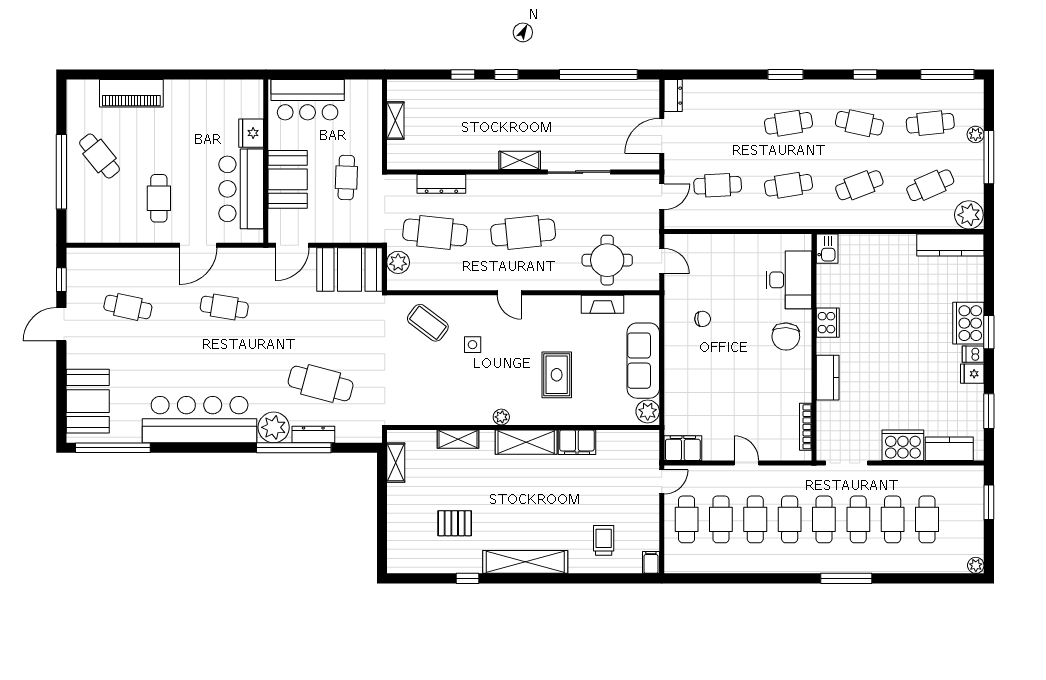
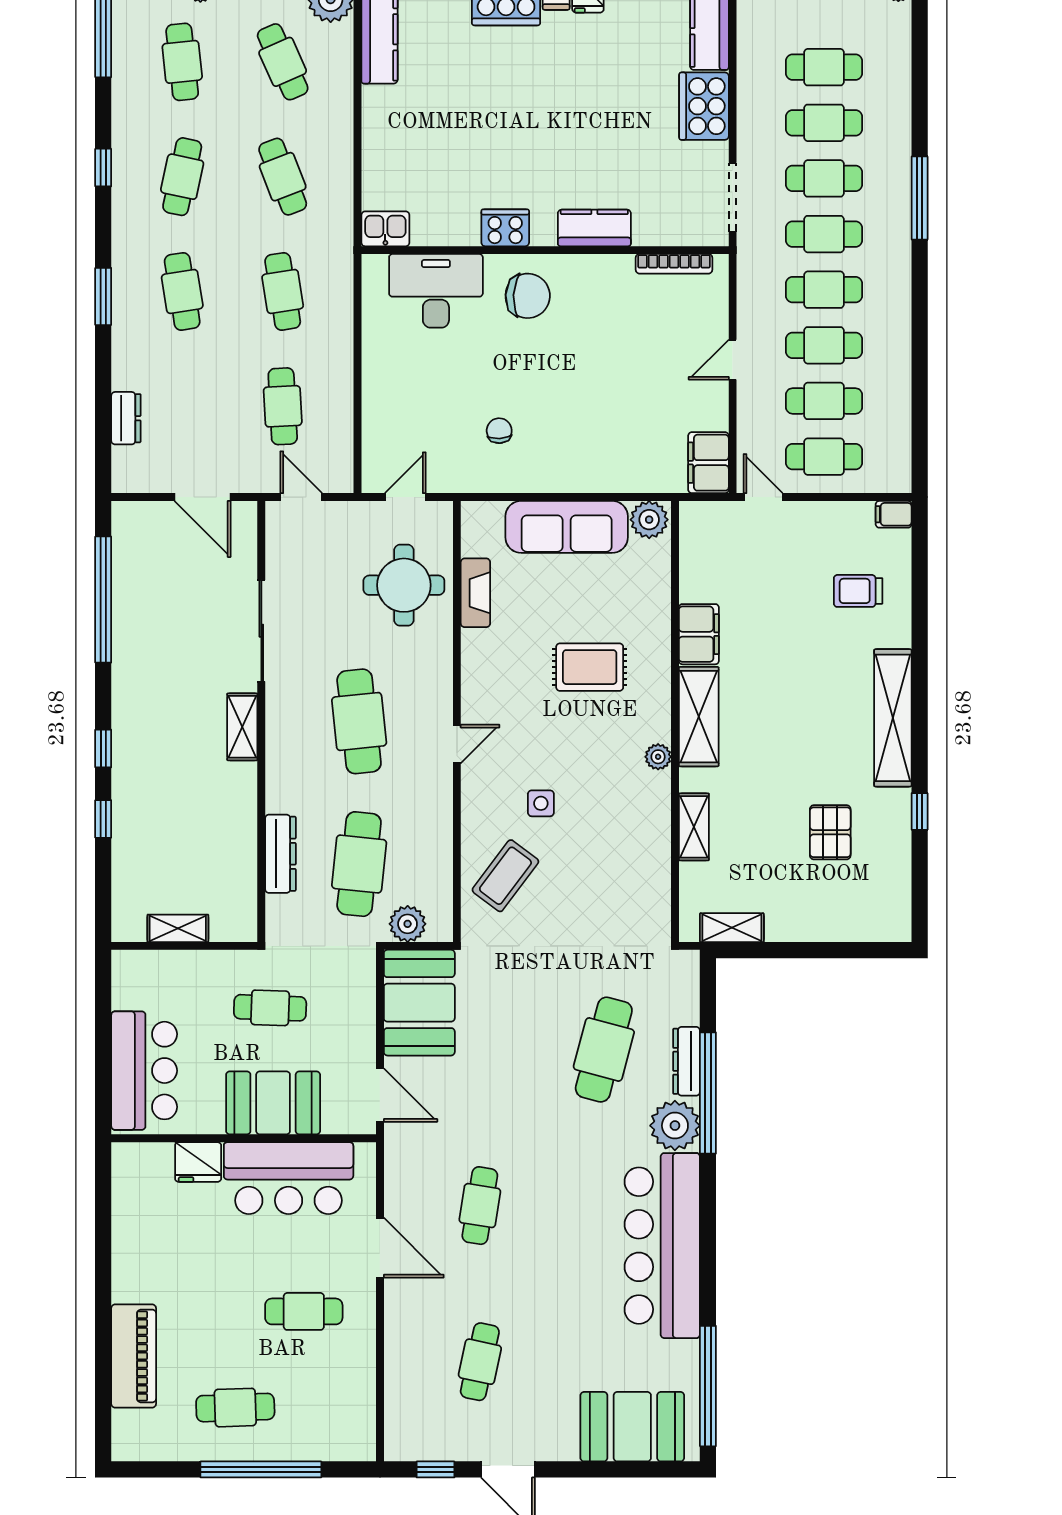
dresser: (673, 96) -> (126, 418), moved, turned 90
cafe table: (100, 156) -> (235, 1408), turned 37

